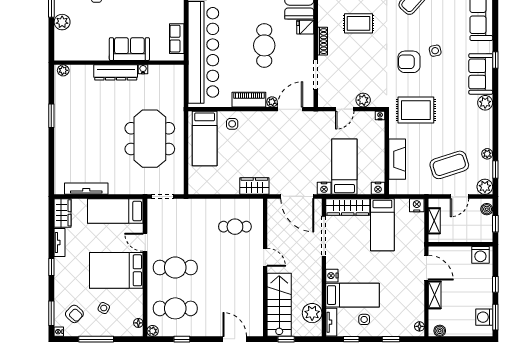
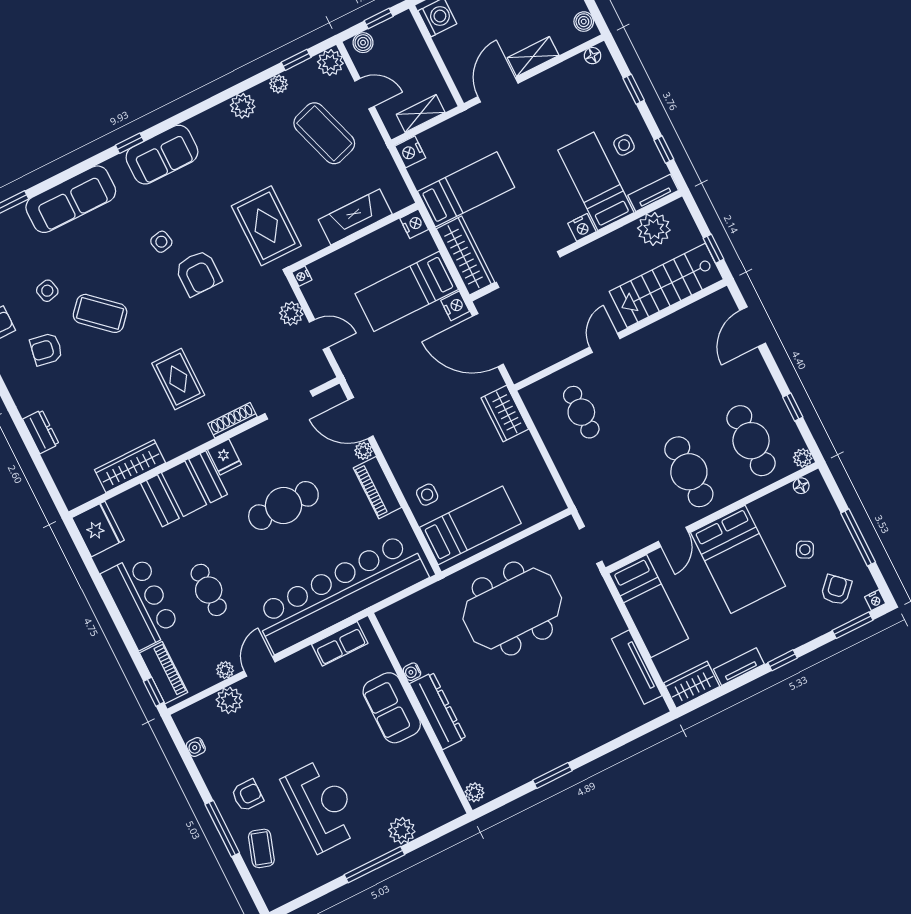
plant: (485, 103) -> (243, 106), moved
door: (297, 196) -> (488, 340), swing flipped

